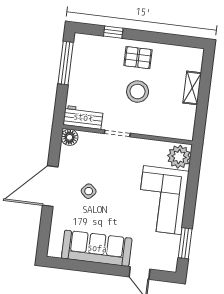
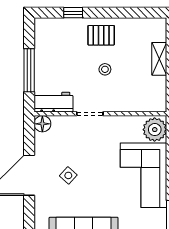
window: (66, 63) -> (29, 70), moved
stool: (138, 92) -> (105, 69), width x0.53, depth x0.53

